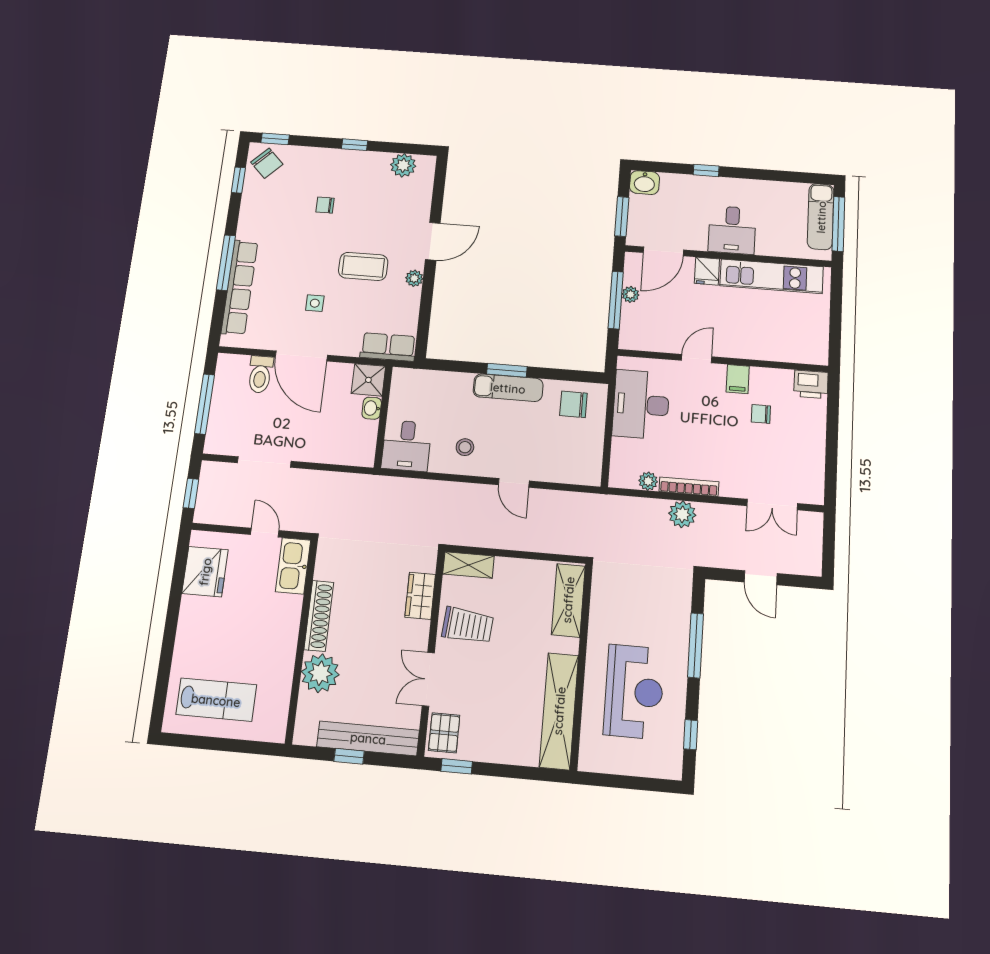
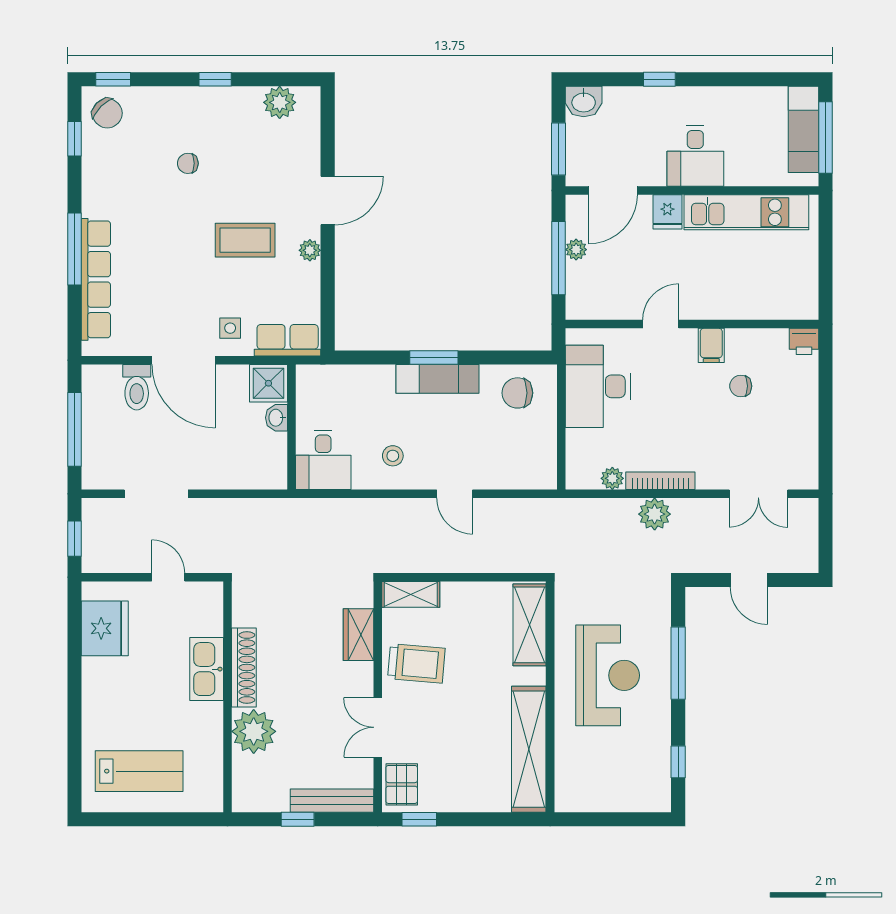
side table: (315, 303) -> (230, 328), moved
printer: (811, 384) -> (804, 341), width x0.73, depth x0.81
kitchen sink: (293, 566) -> (207, 669), moved
reception desk: (634, 692) -> (608, 675), moved
bench: (368, 738) -> (332, 801), width x0.73, depth x0.82

